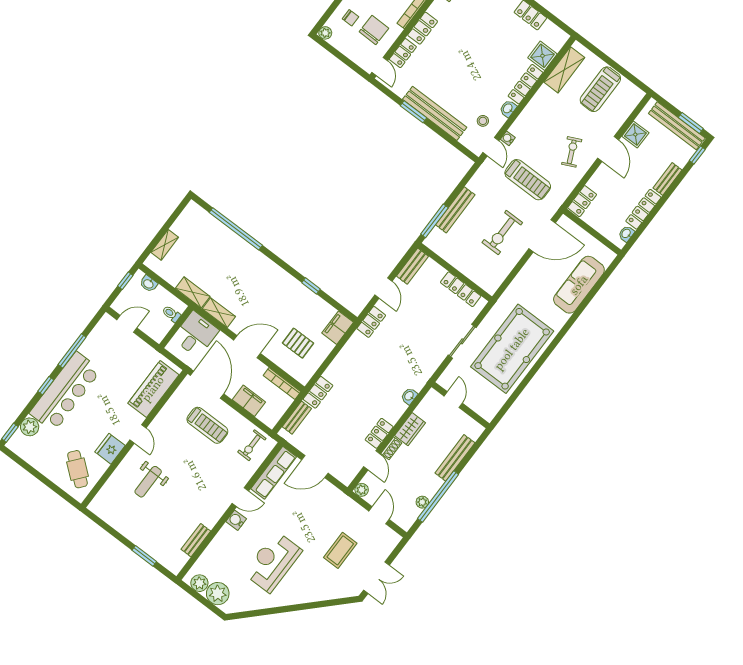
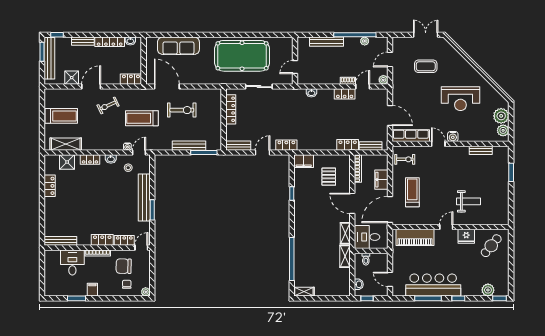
locker: (525, 84) -> (90, 160), width x0.66
treadmill: (528, 180) -> (142, 118), turned -90
shelving: (165, 245) -> (304, 292), moved
bar counter: (65, 392) -> (433, 285), moved
wardrobe: (410, 429) -> (329, 78), removed

